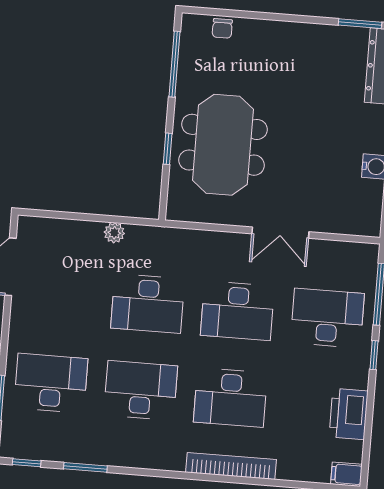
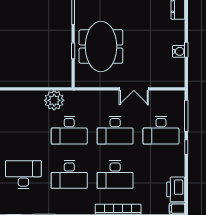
plant: (114, 233) -> (54, 100), width x1.88, depth x1.88
desk: (327, 318) -> (161, 130), turned 180
desk: (141, 390) -> (69, 175), turned 180
printer: (349, 414) -> (176, 189), moved

